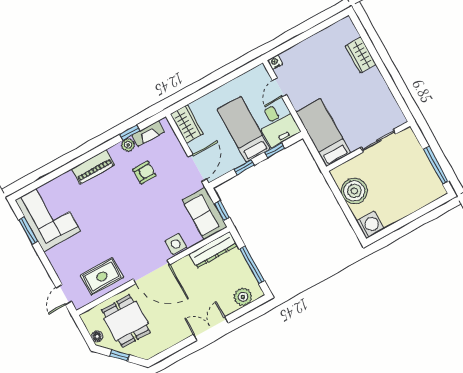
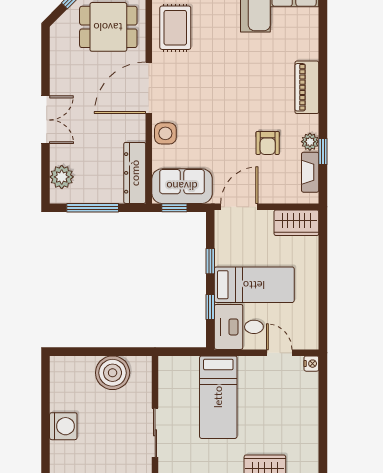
bed: (323, 133) -> (218, 397), moved, turned 90
door: (197, 168) -> (239, 207), swing flipped
washing machine: (370, 225) -> (63, 426), moved, turned -90

